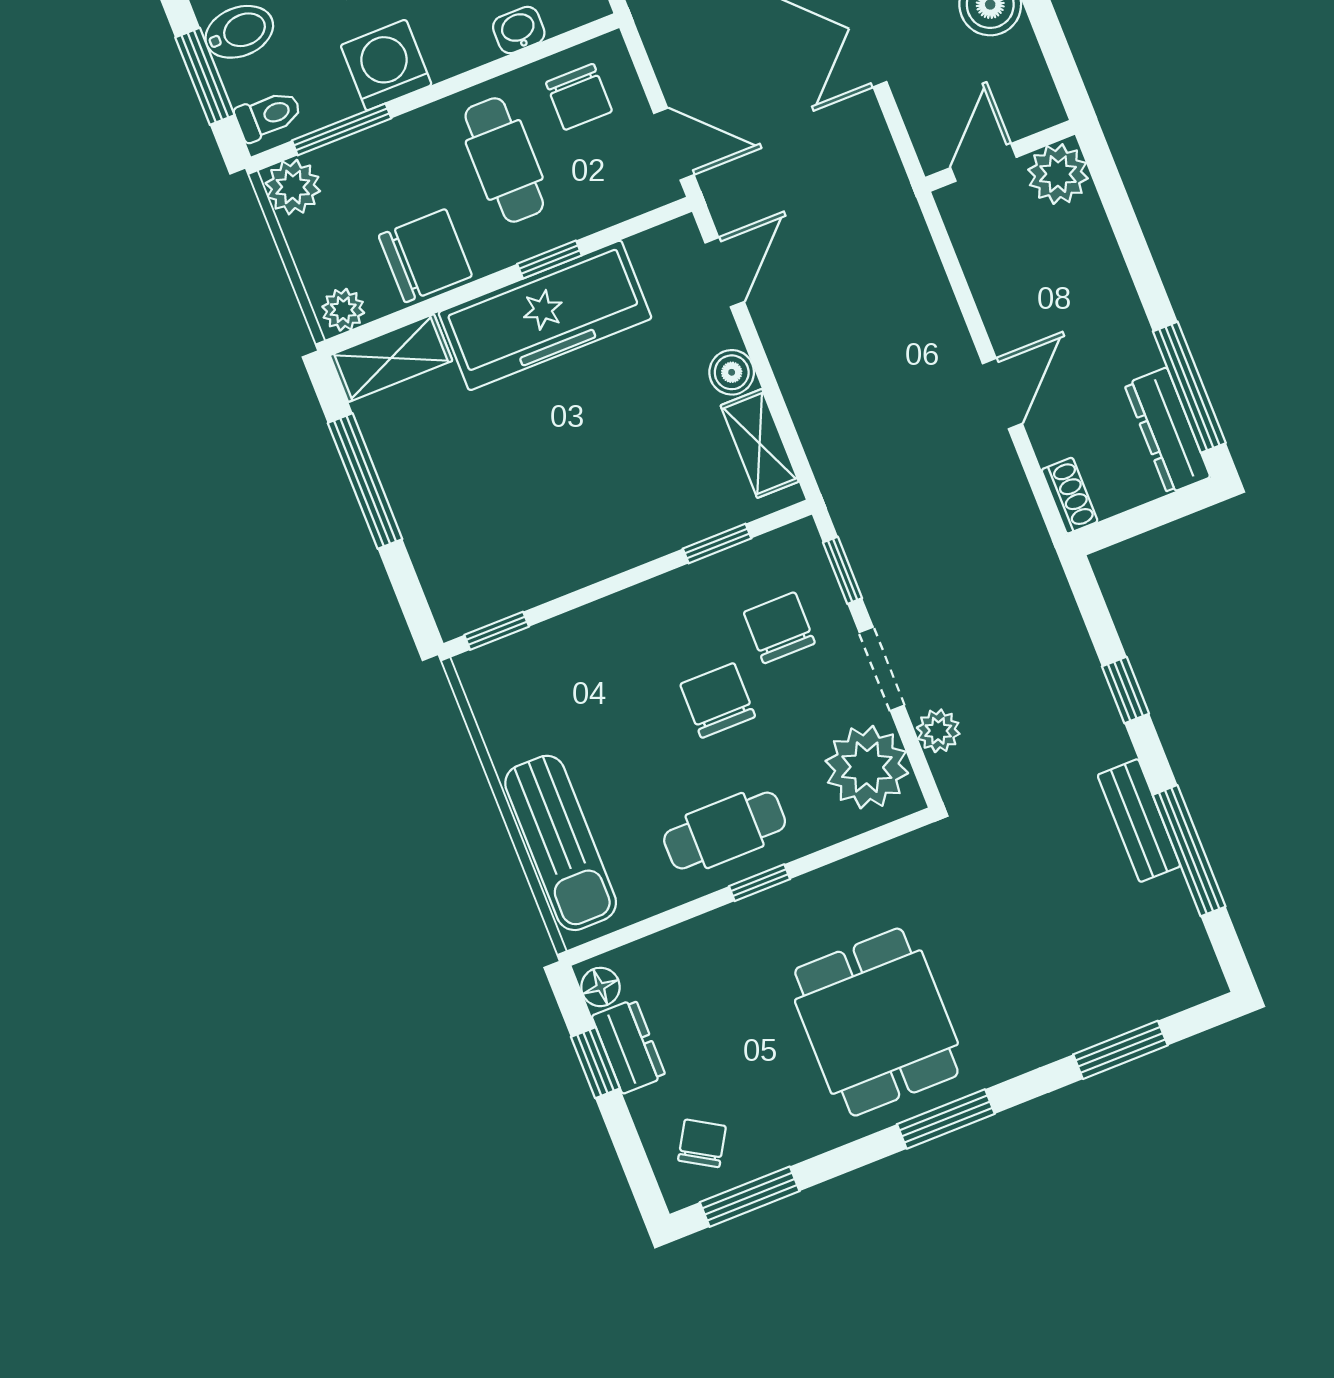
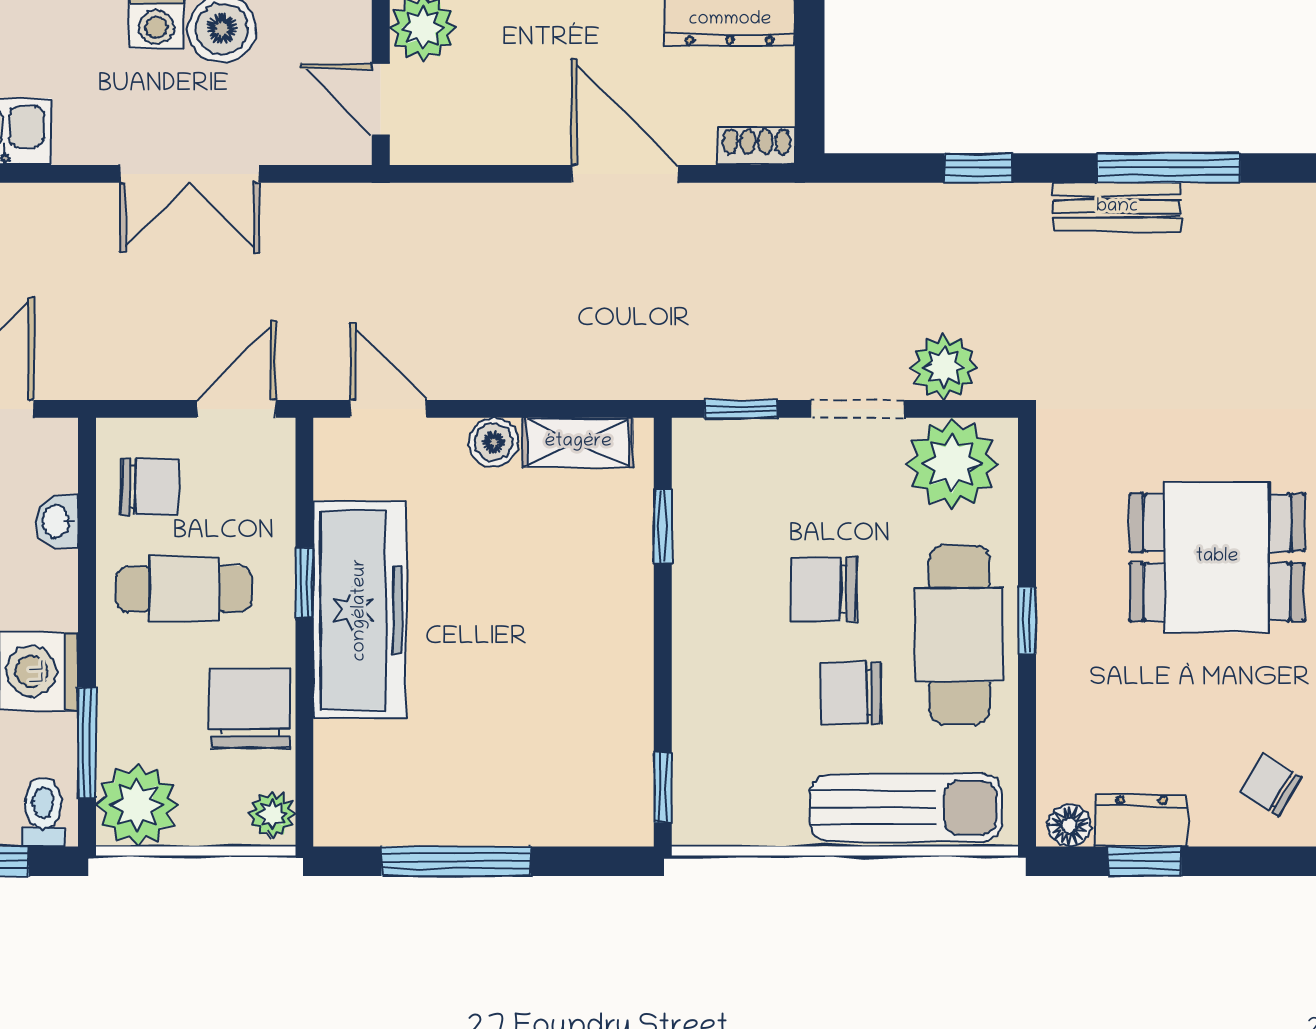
plant: (293, 187) -> (137, 805), width x1.36, depth x1.36
shelving: (391, 358) -> (341, 785), removed
door: (1002, 393) -> (625, 174), width x1.38
chair: (779, 628) -> (851, 693), moved
plant: (938, 731) -> (944, 367), width x1.38, depth x1.38
cafe table: (725, 831) -> (959, 635), width x1.37, depth x1.35

